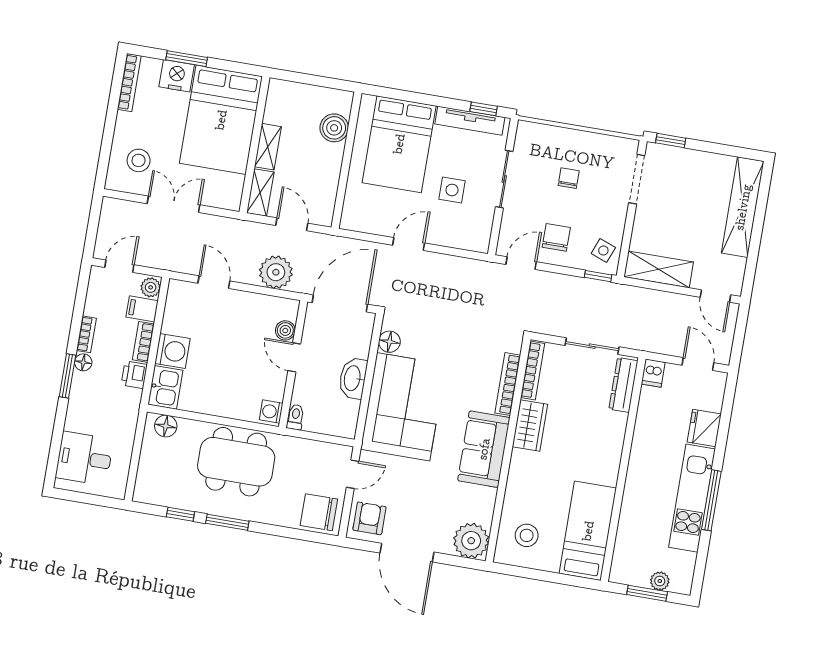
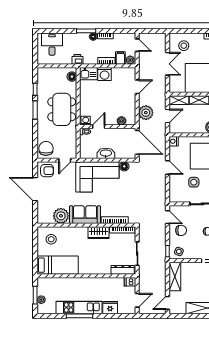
nightstand: (351, 220) -> (174, 141), added
door: (294, 357) -> (99, 127), moved
printer: (134, 375) -> (77, 59), moved
door: (353, 474) -> (65, 160), hinge flipped
plant: (471, 541) -> (61, 216), moved
door: (407, 553) -> (35, 189), hinge flipped

